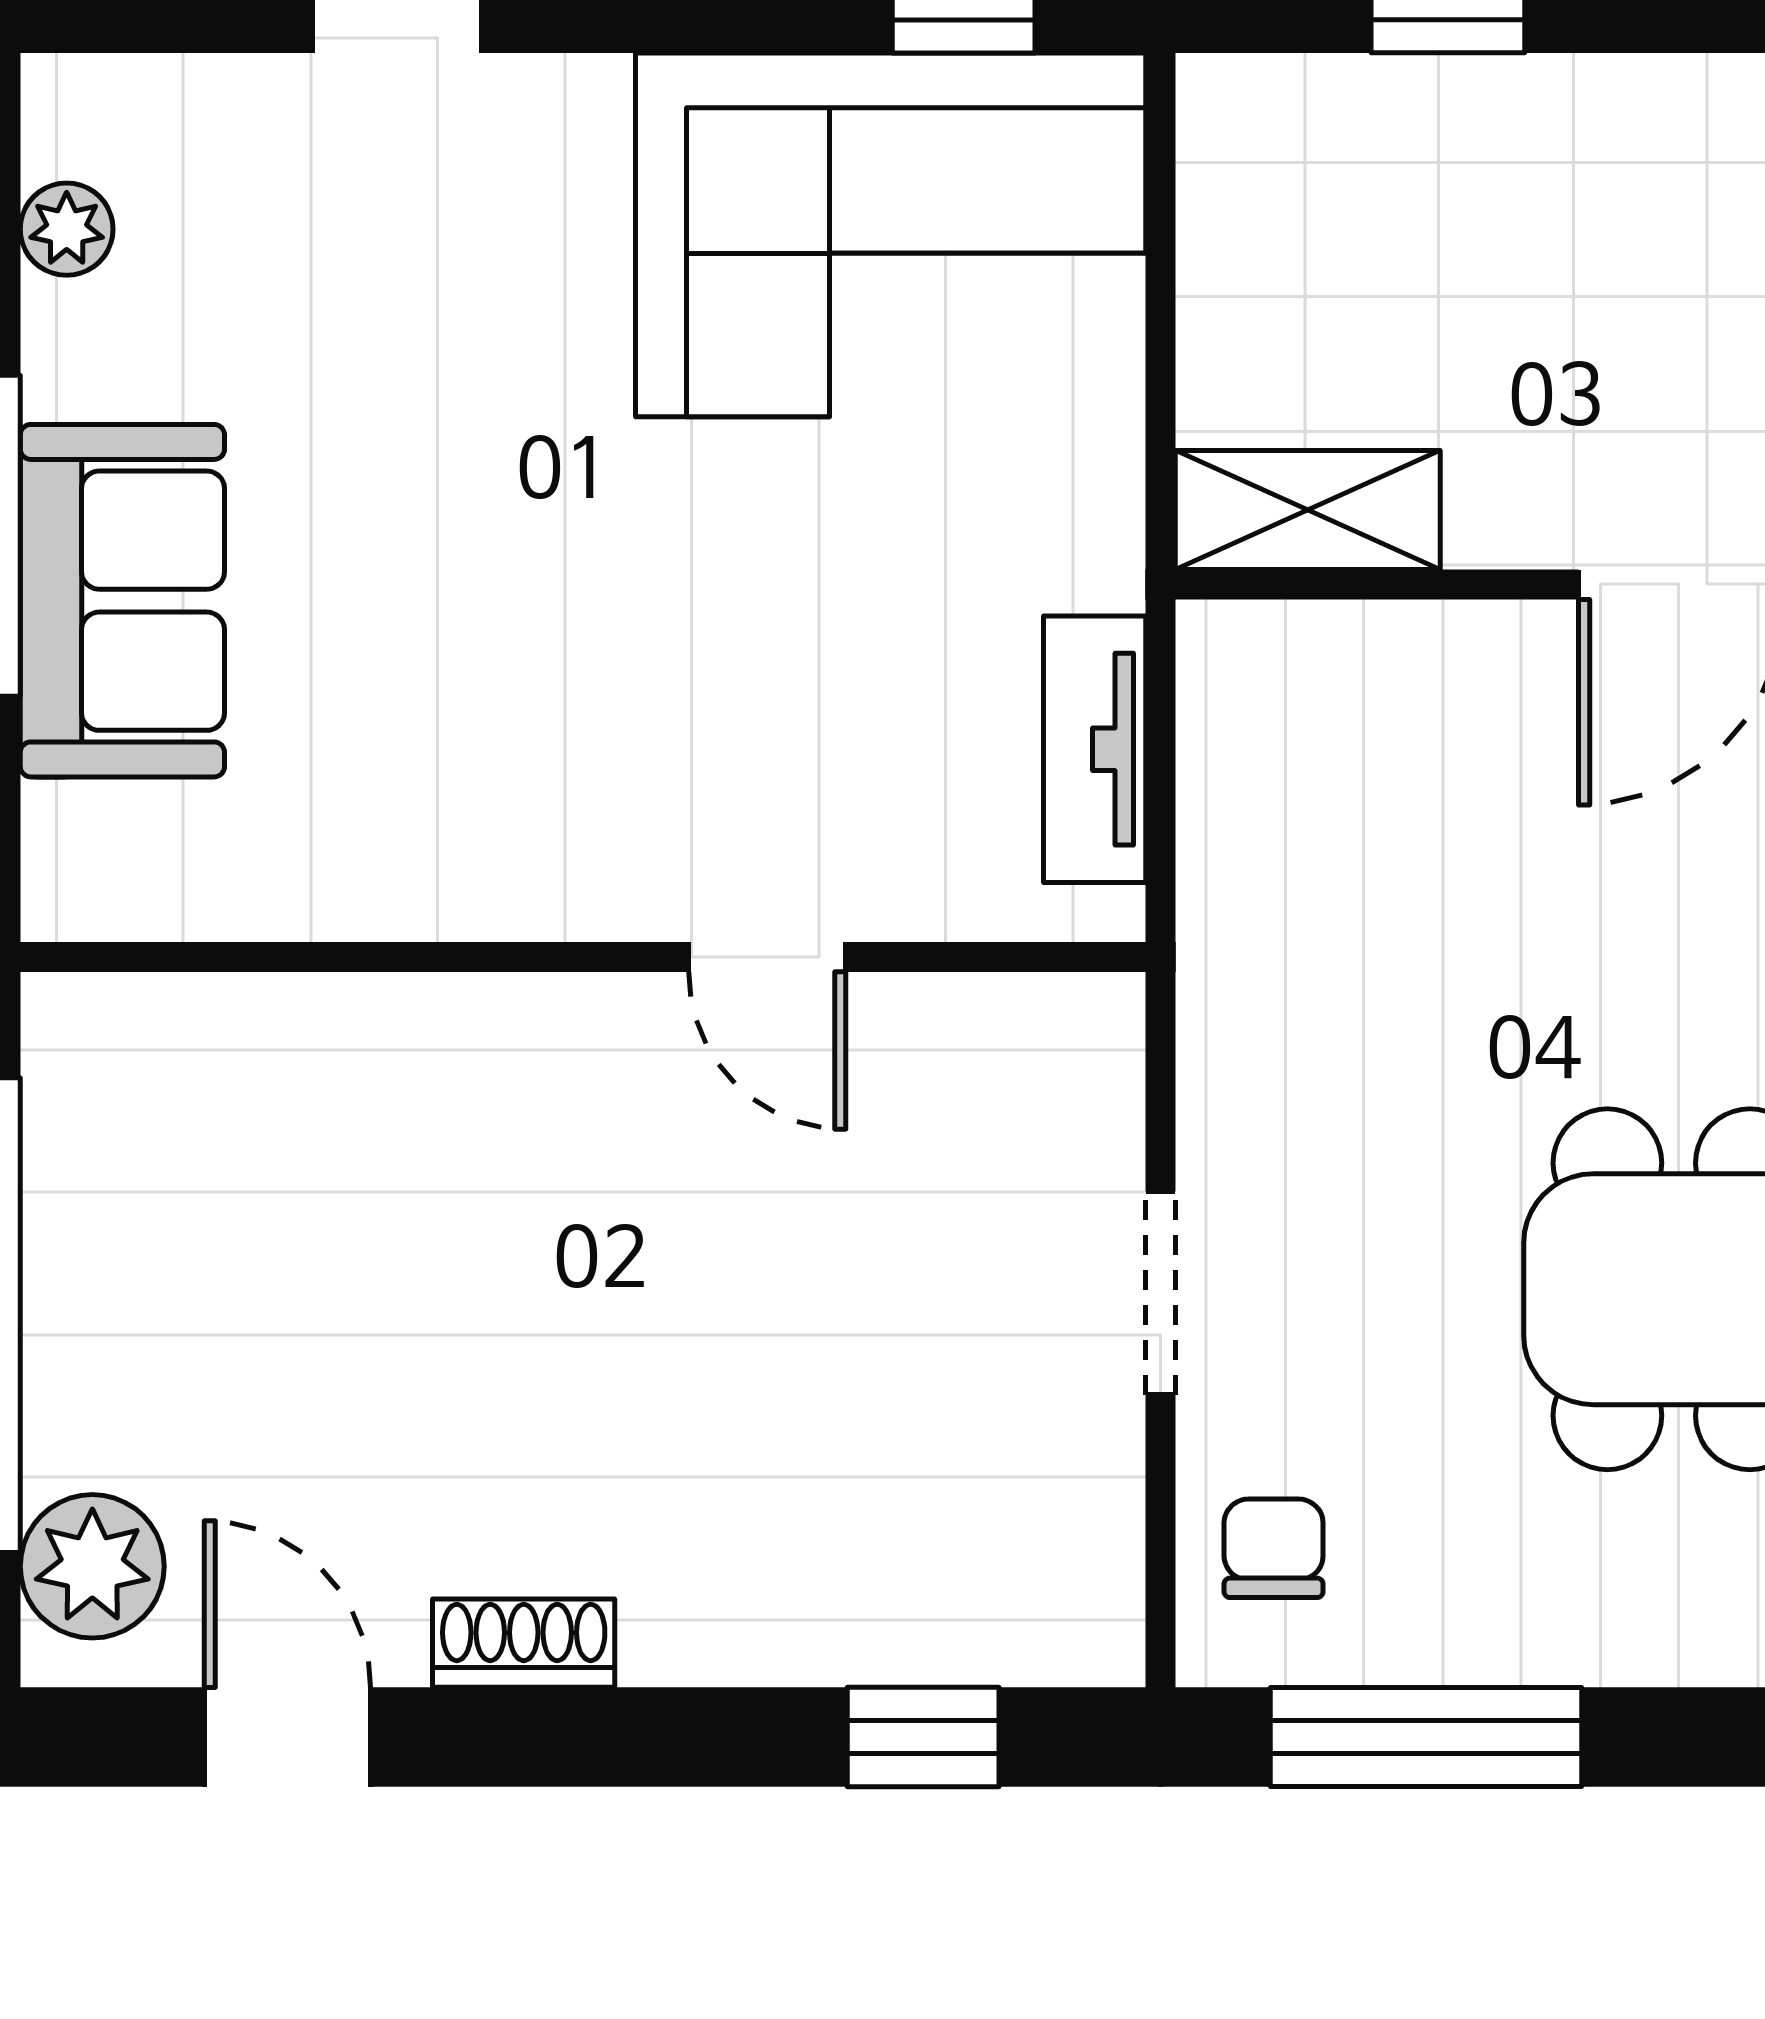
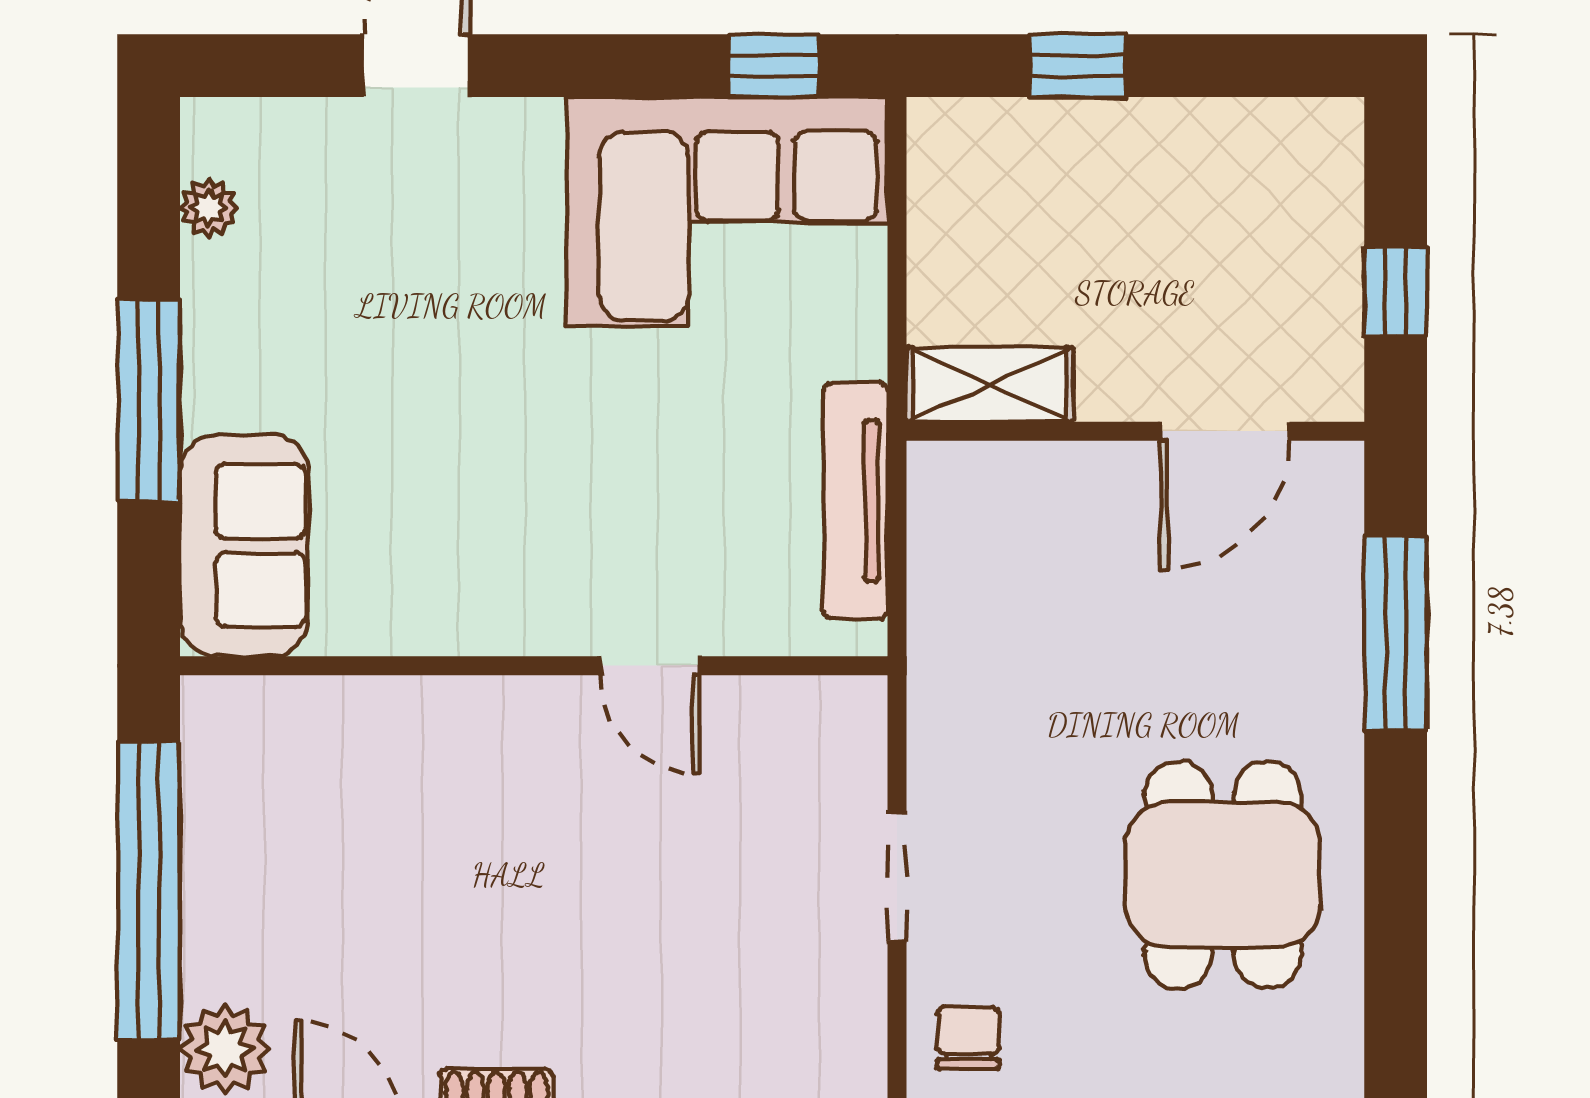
sofa: (122, 601) -> (244, 545), moved
tv unit: (1095, 749) -> (856, 501), width x1.41

